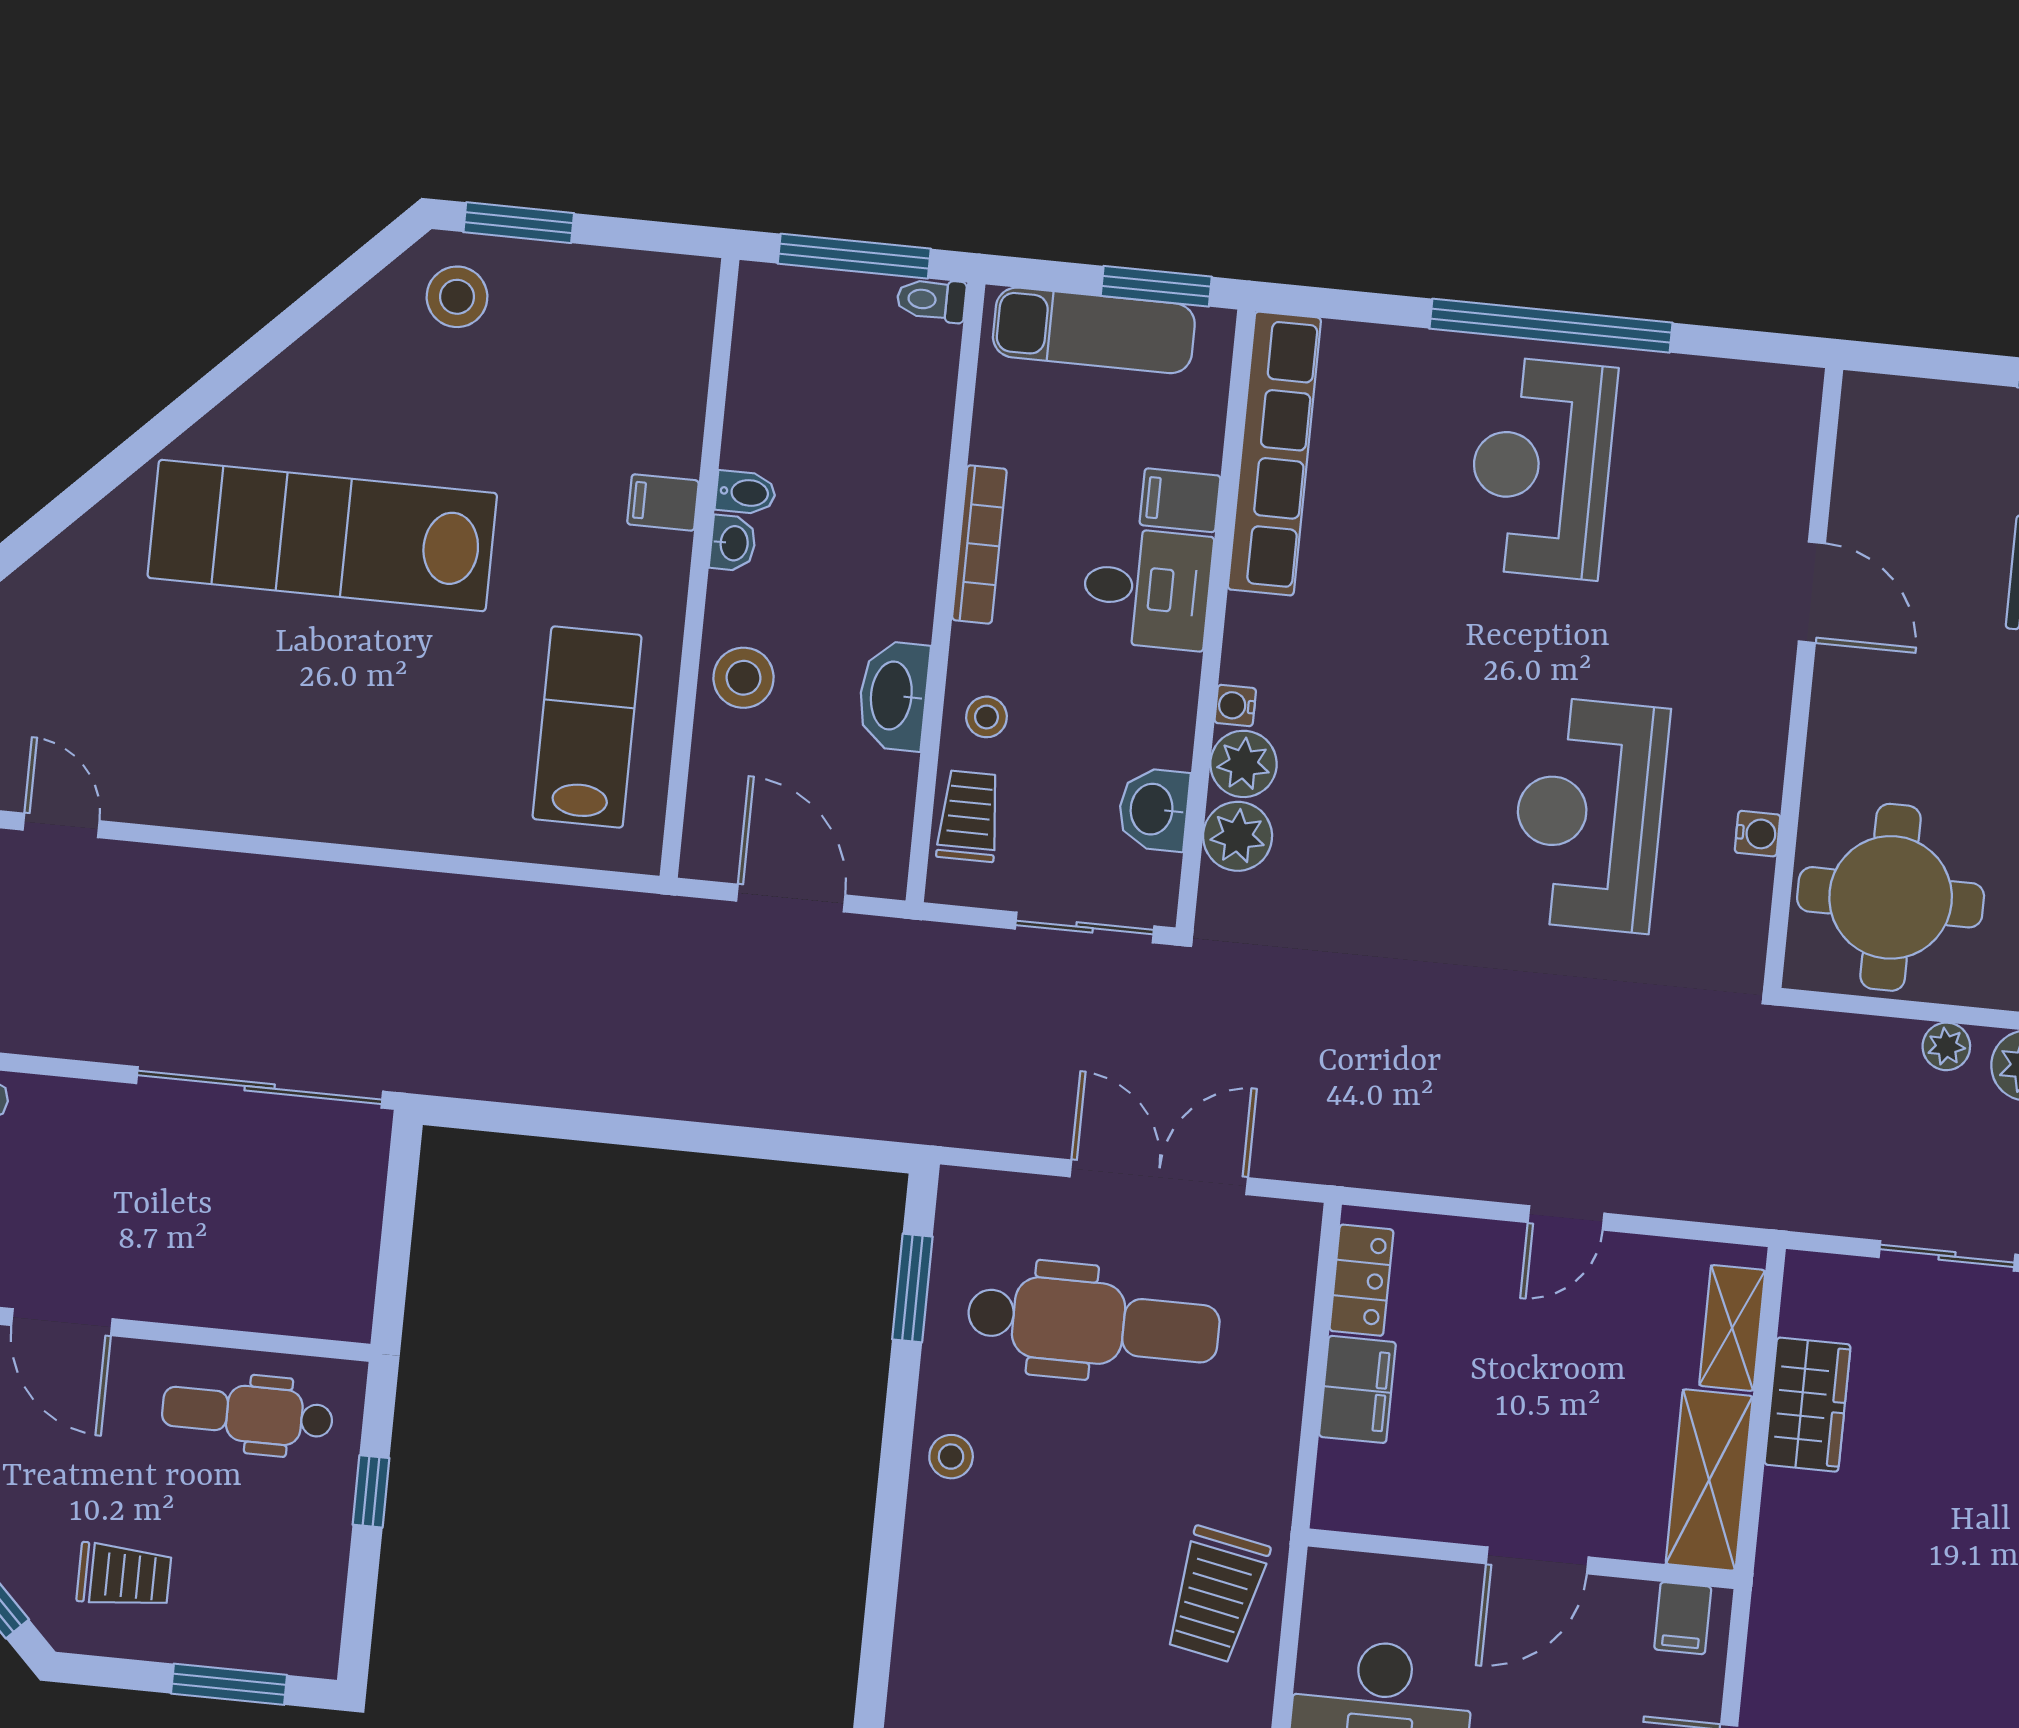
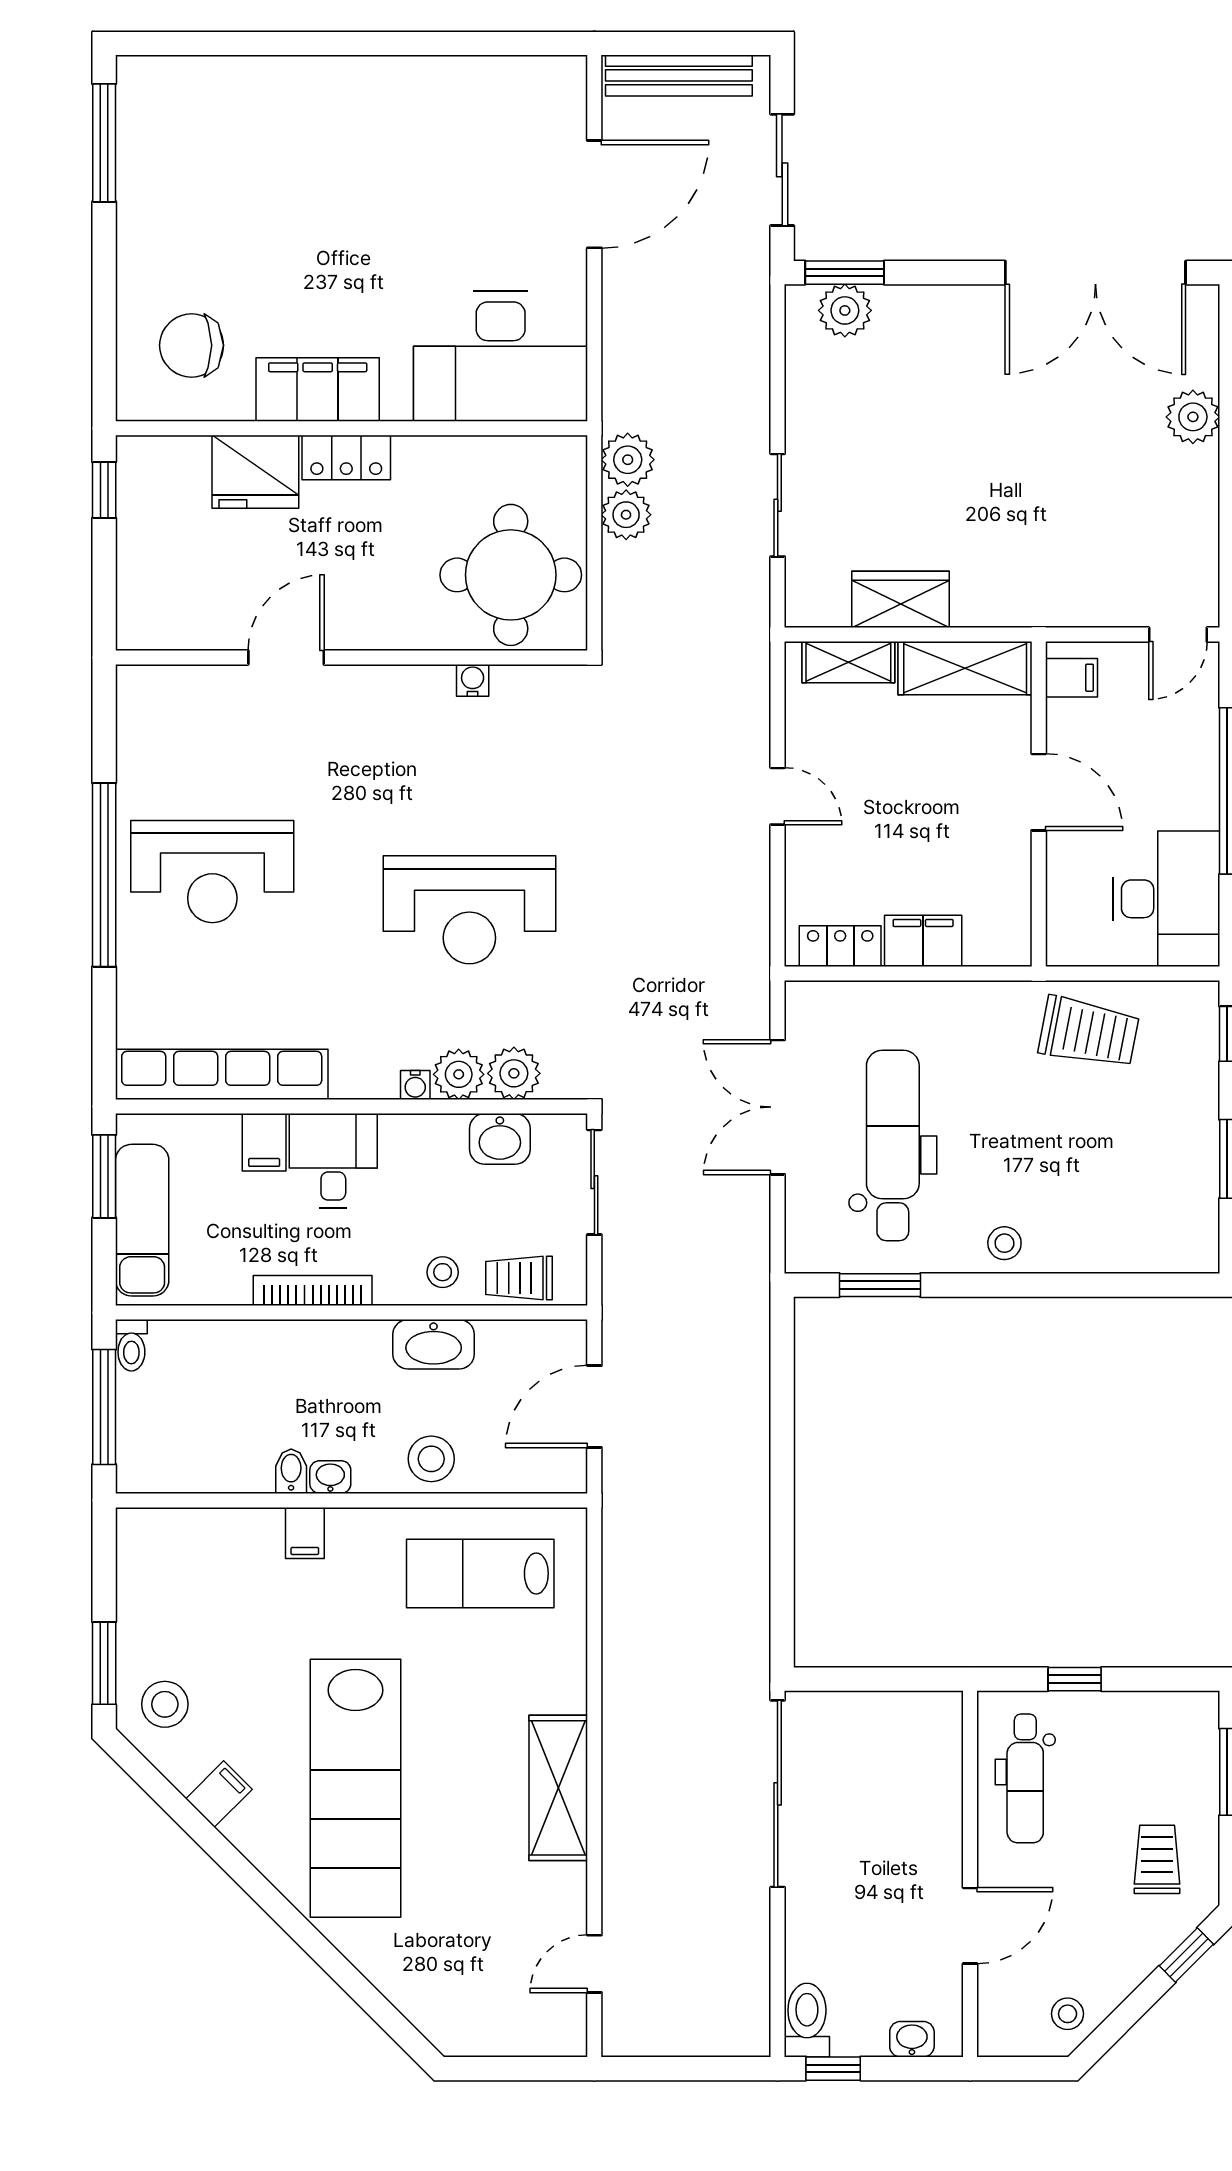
filing cabinet: (332, 356) -> (219, 1794), added
shelving: (296, 801) -> (558, 1788), added
reception desk: (1589, 815) -> (469, 910), moved
plant: (1946, 1046) -> (626, 515), width x1.38, depth x1.38

